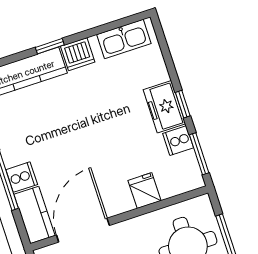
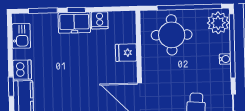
kitchen sink: (124, 39) -> (21, 36), width x0.73
window: (199, 154) -> (43, 11), moved

